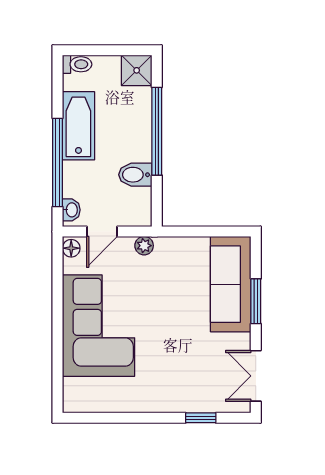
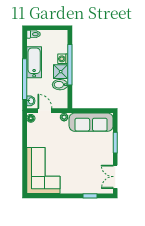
shower: (137, 70) -> (61, 72), moved
washing machine: (141, 118) -> (63, 59), added
door: (102, 232) -> (45, 111), swing flipped
sofa: (231, 284) -> (91, 122), moved, turned -90
corner sofa: (99, 326) -> (43, 170), moved

